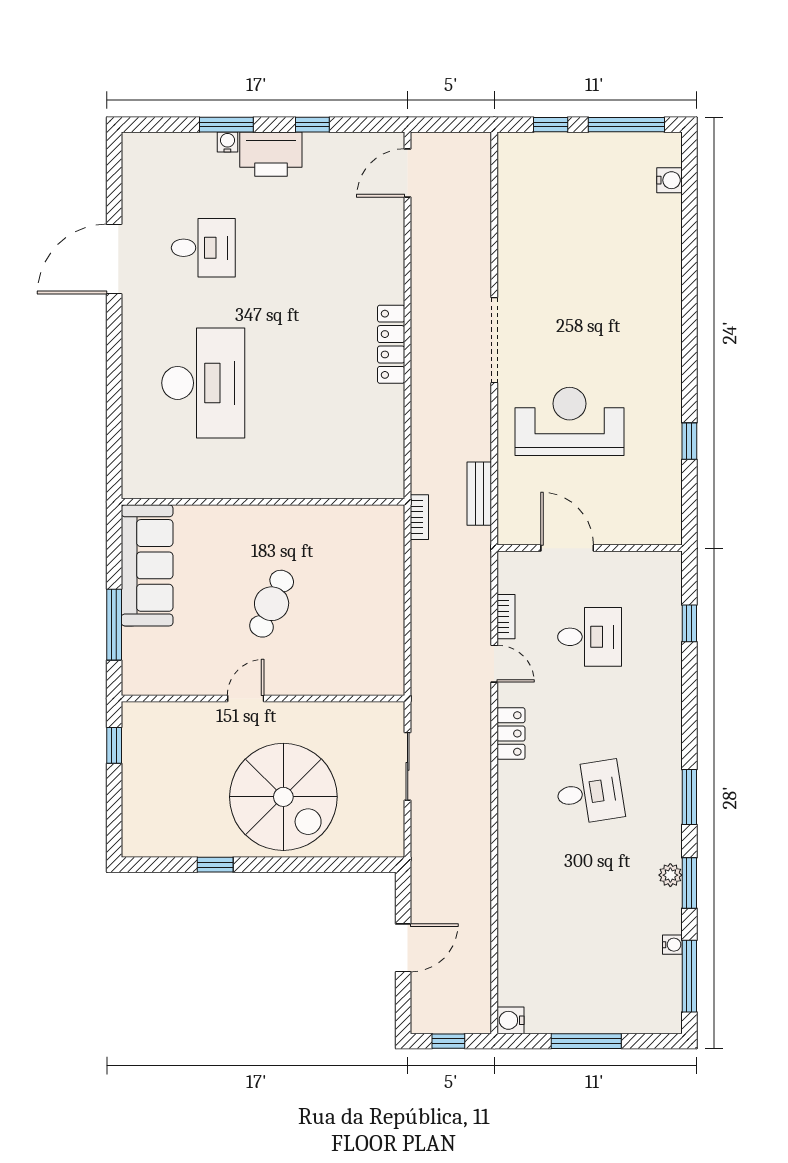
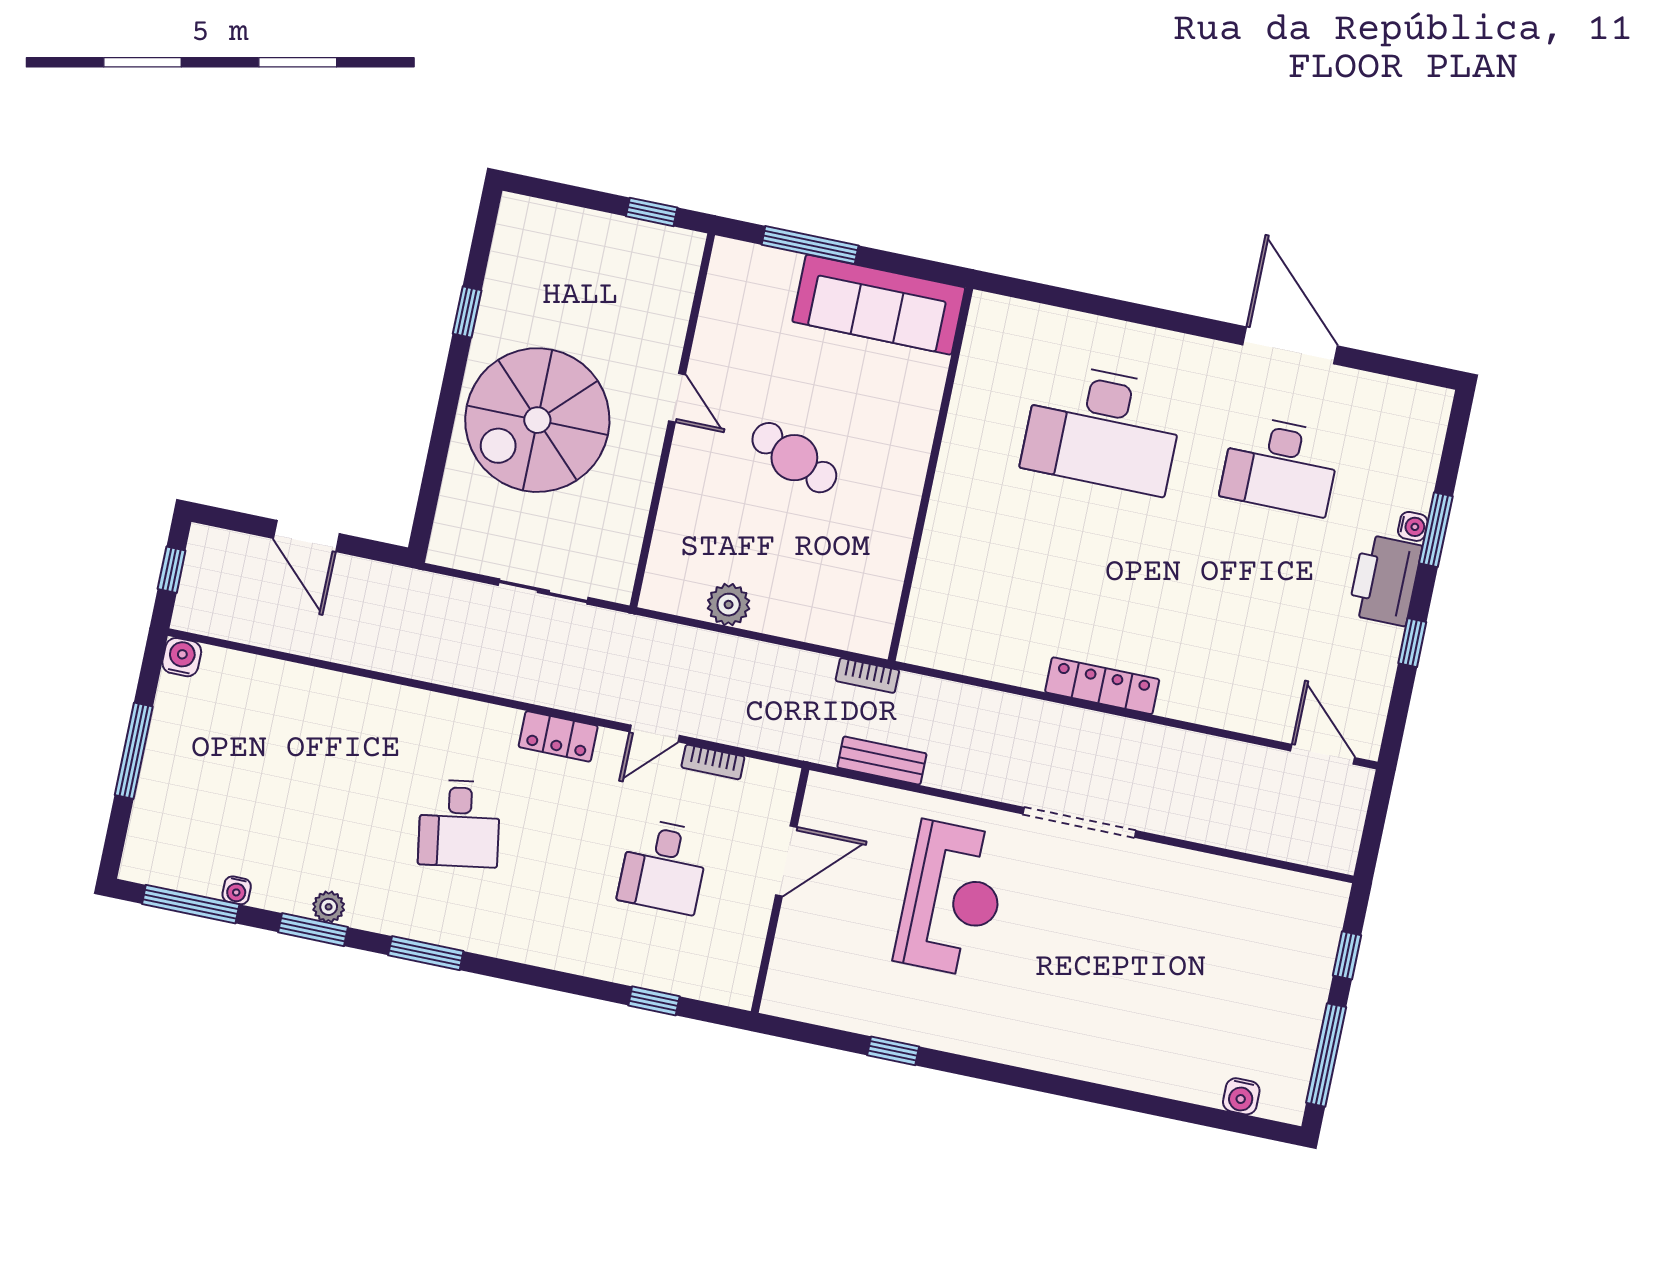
desk: (203, 248) -> (1280, 466), width x1.37
plant: (389, 629) -> (729, 605), added

